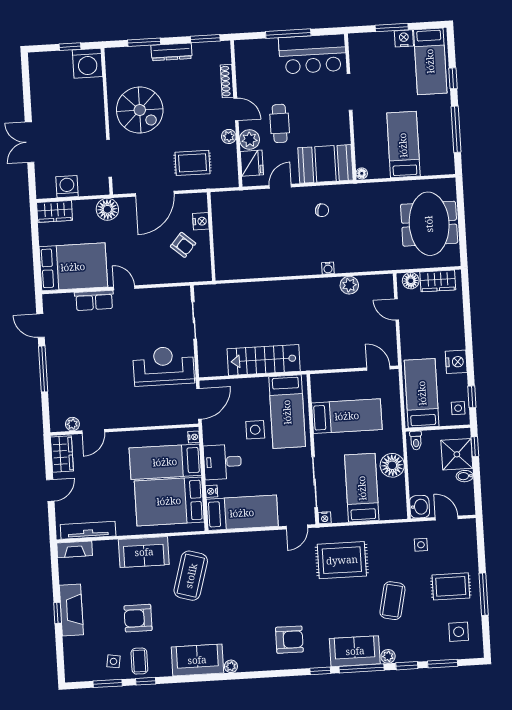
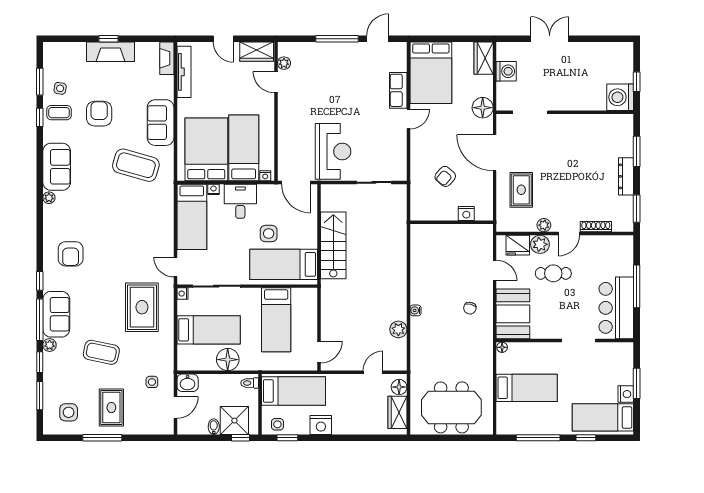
spiral stairs: (140, 110) -> (574, 143), removed
nightstand: (201, 221) -> (466, 213), moved
wall: (211, 236) -> (452, 222), moved

